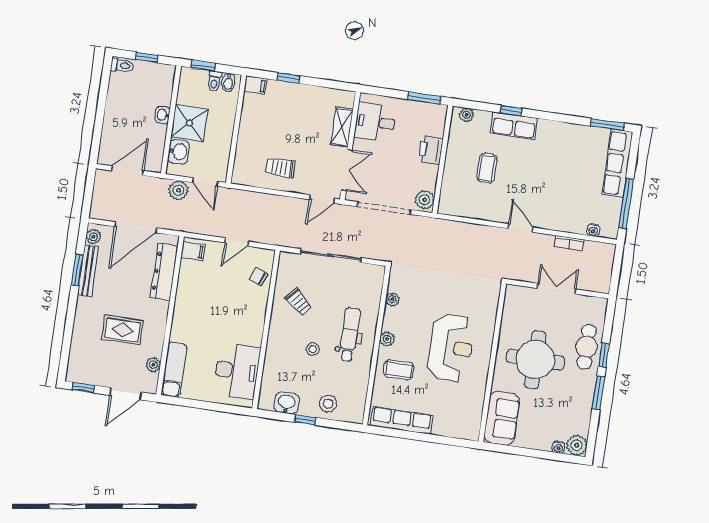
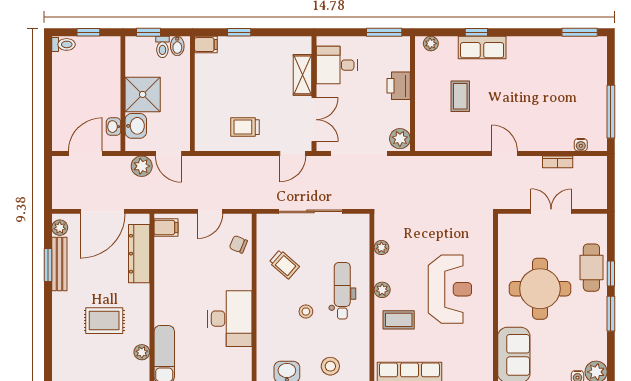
washbasin: (163, 115) -> (113, 127), moved
row of seats: (617, 163) -> (596, 71), removed
desk: (237, 371) -> (230, 319), moved

